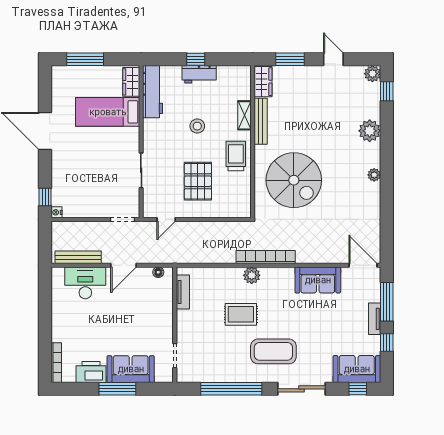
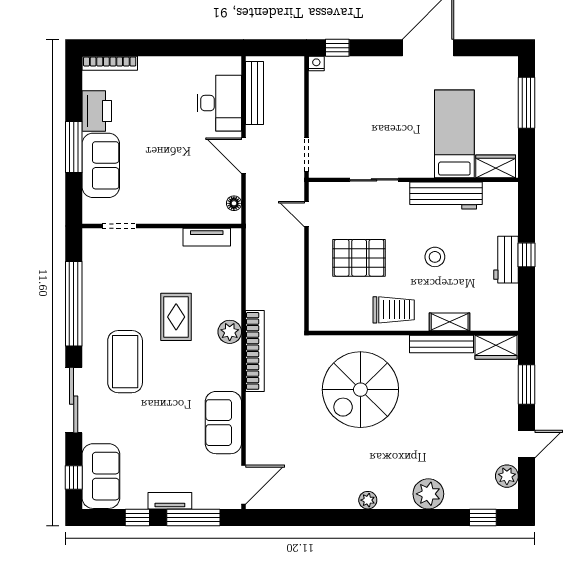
plant: (372, 74) -> (507, 476), moved
workbench: (153, 92) -> (446, 196), moved

